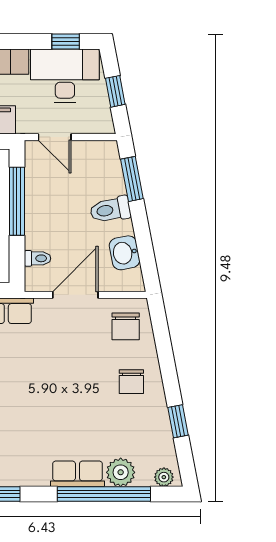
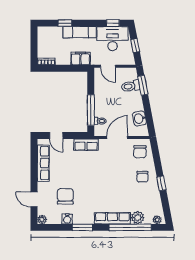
window: (17, 201) -> (91, 110), moved
toilet: (110, 210) -> (131, 86), moved
window: (178, 421) -> (161, 183), moved
row of seats: (77, 474) -> (112, 218), width x1.48

